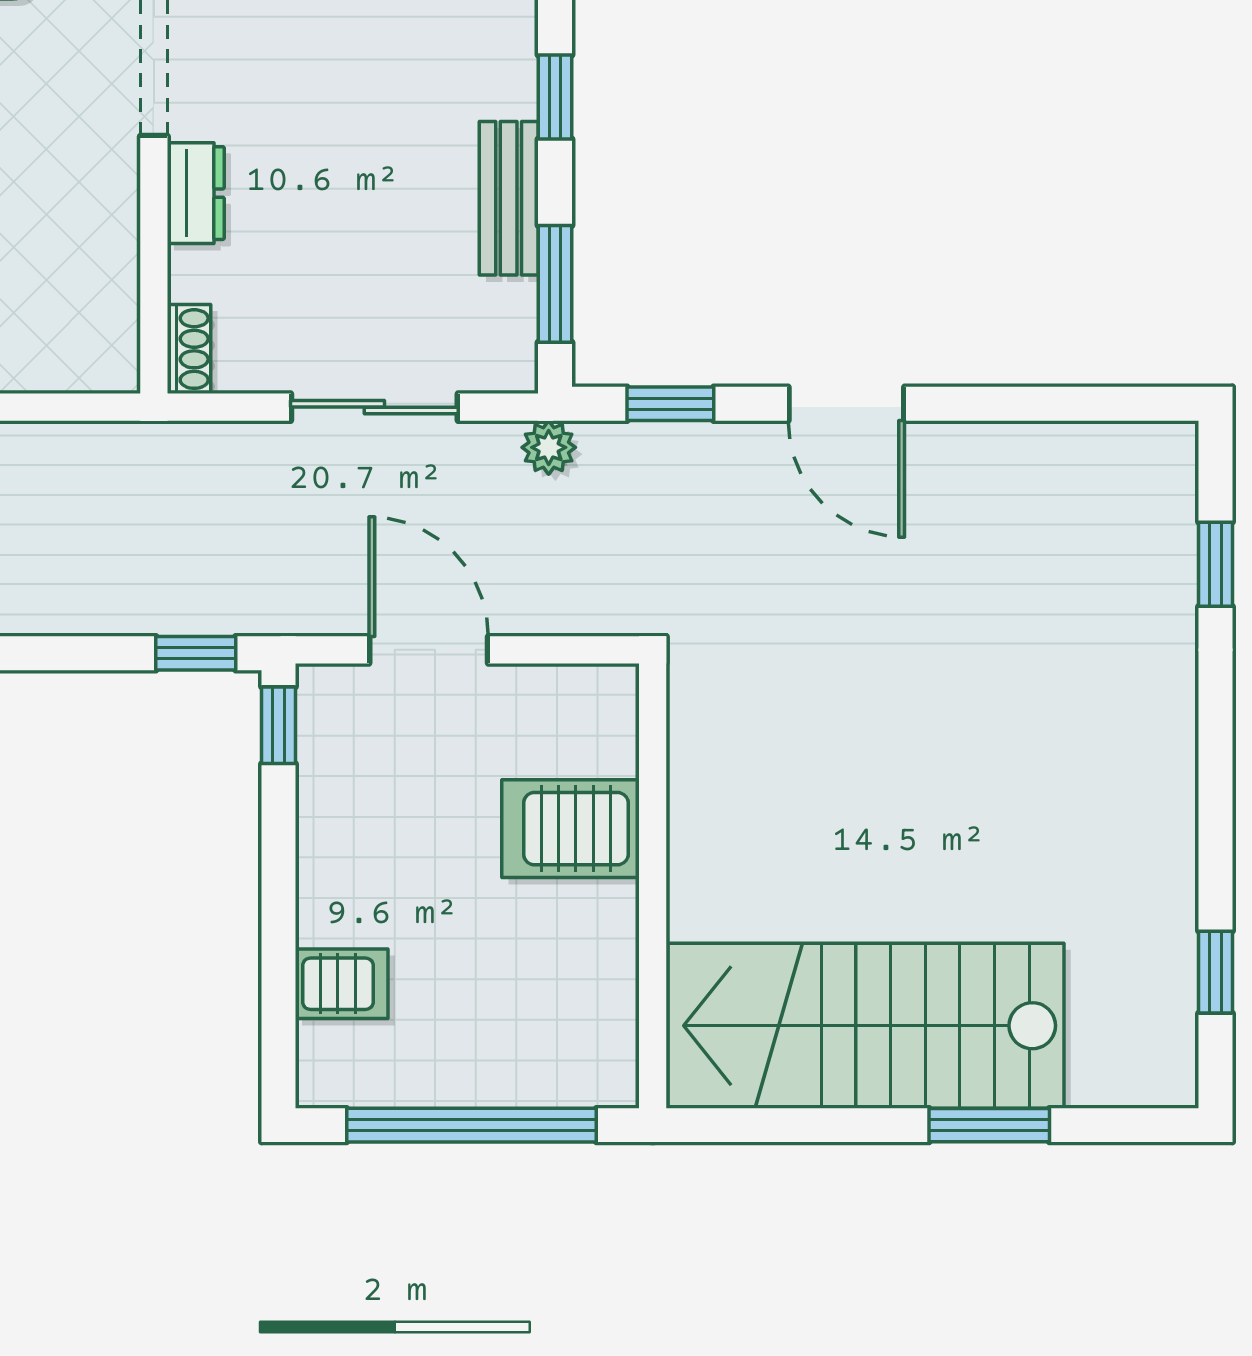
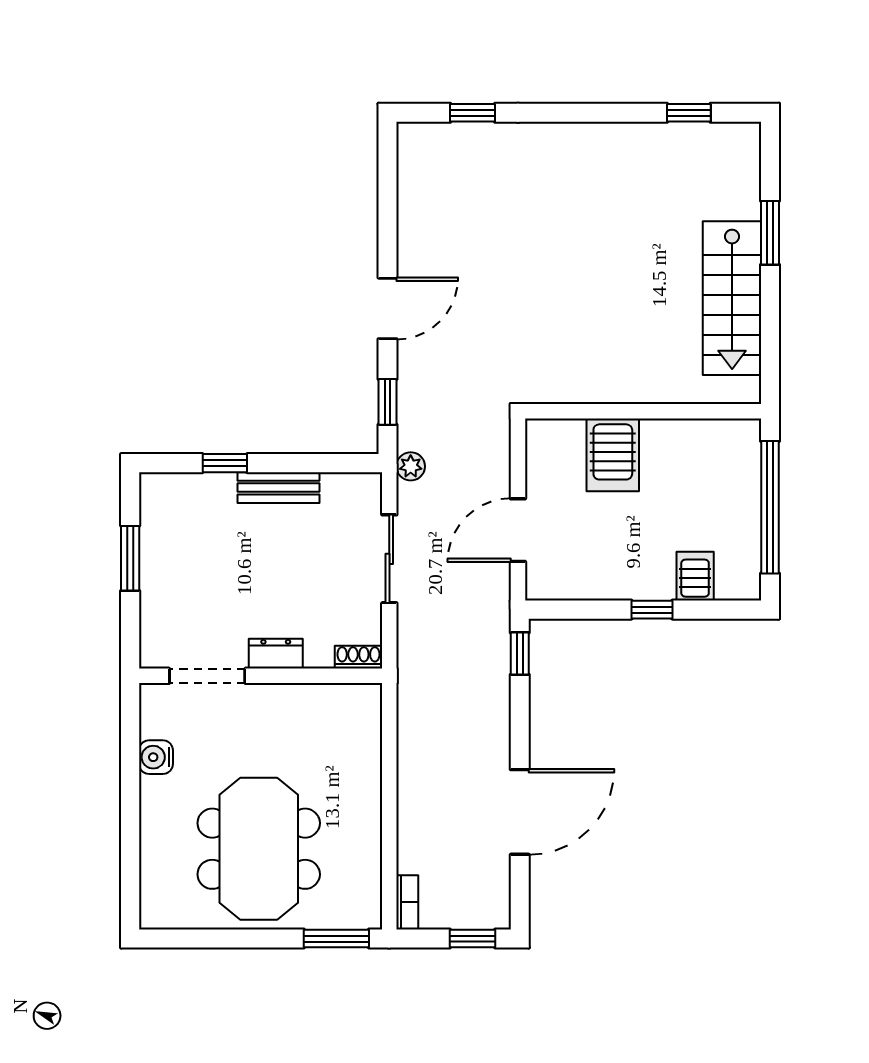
window: (555, 284) -> (324, 463), removed
window: (279, 725) -> (652, 610), moved
stairs: (866, 1026) -> (732, 298), width x0.73, depth x0.66

